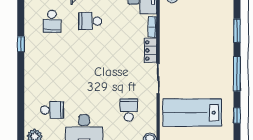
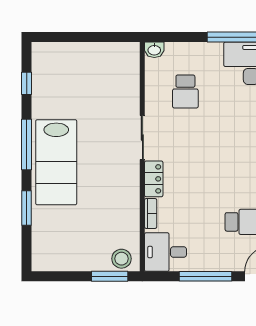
lab bench: (192, 113) -> (56, 162), moved, turned 90

